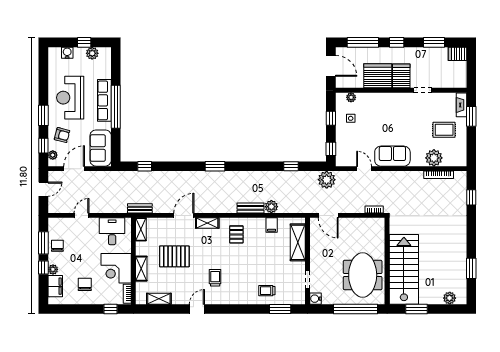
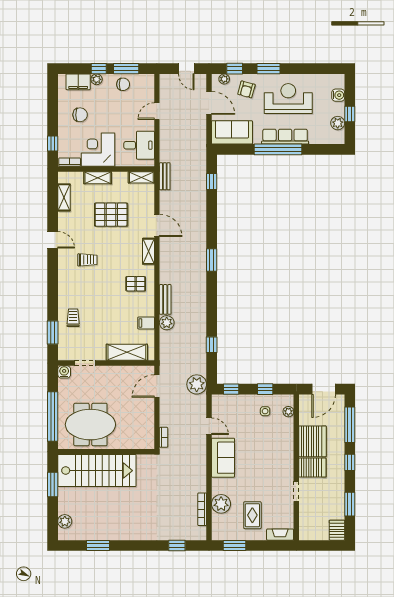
window: (471, 116) -> (235, 545), moved
door: (364, 169) -> (209, 426), hinge flipped
door: (81, 215) -> (157, 111), swing flipped
pallet: (174, 256) -> (111, 215), turned 90

